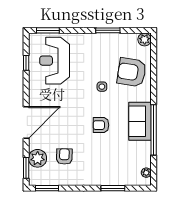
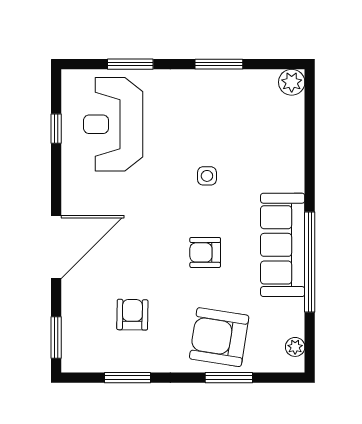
window: (48, 30) -> (130, 64), moved
armchair: (132, 72) -> (219, 337), moved
sofa: (140, 121) -> (283, 245), width x1.36
plant: (38, 158) -> (79, 318), removed
window: (47, 188) -> (127, 378), moved

